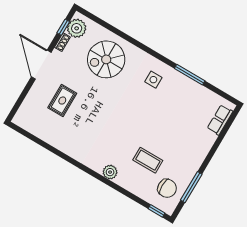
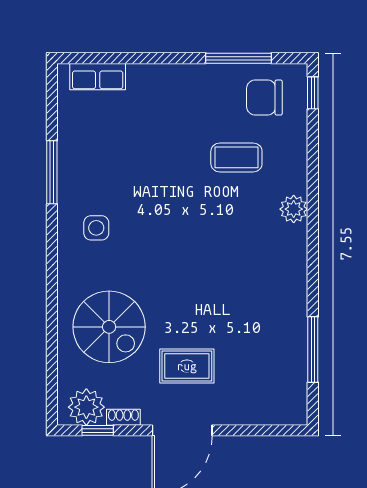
rug: (62, 101) -> (187, 366), moved
window: (43, 144) -> (313, 350), added
coffee table: (148, 160) -> (236, 157), turned 90
chair: (167, 188) -> (264, 98), turned -90

